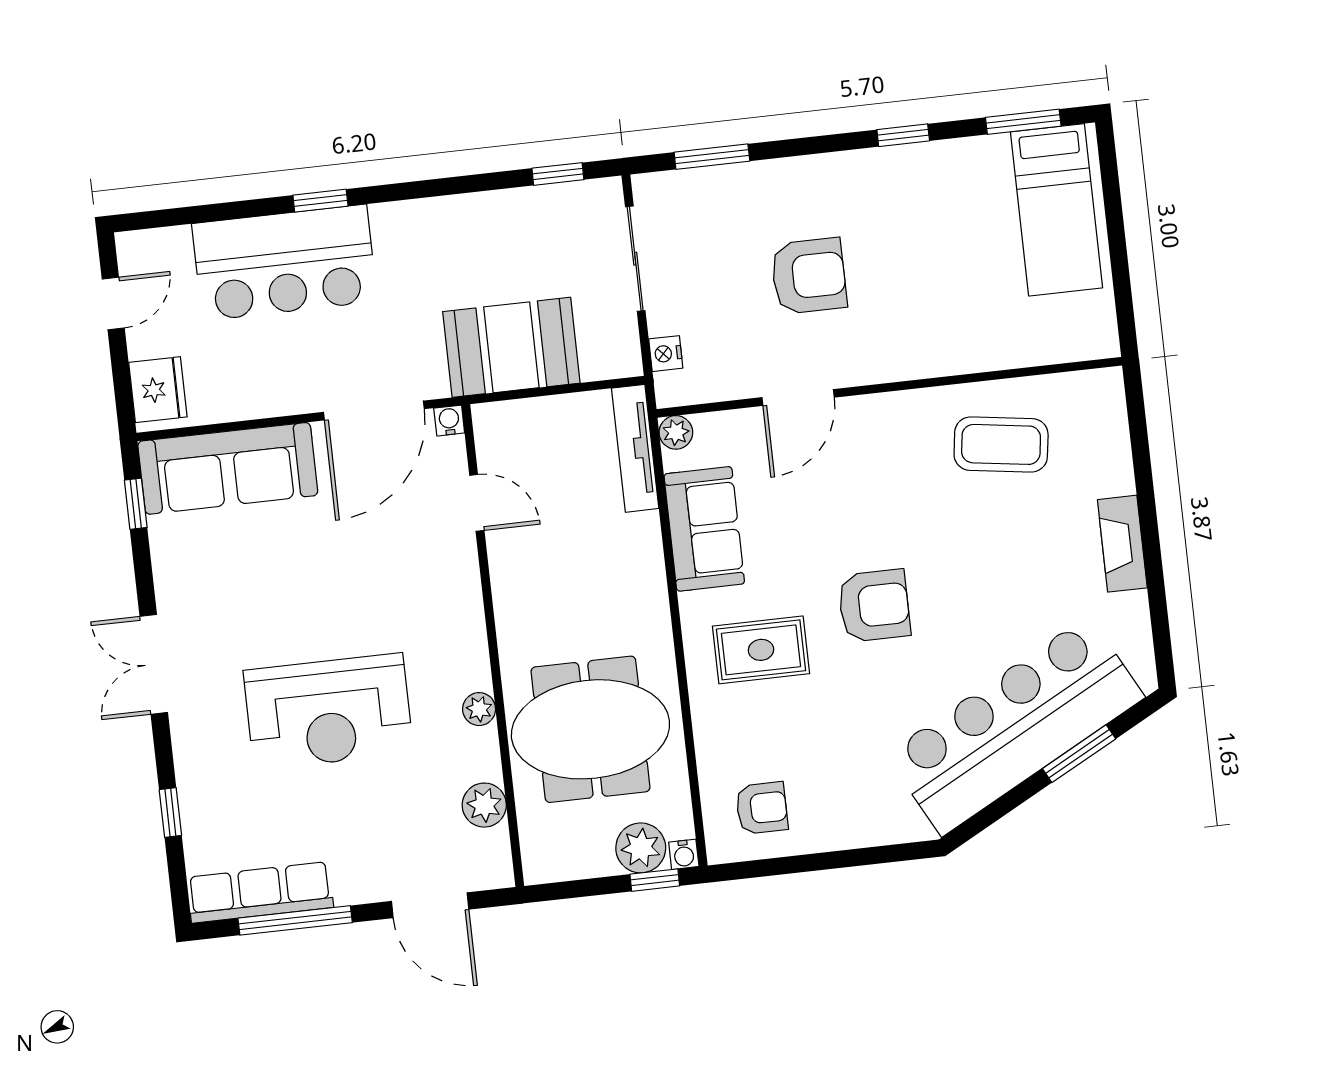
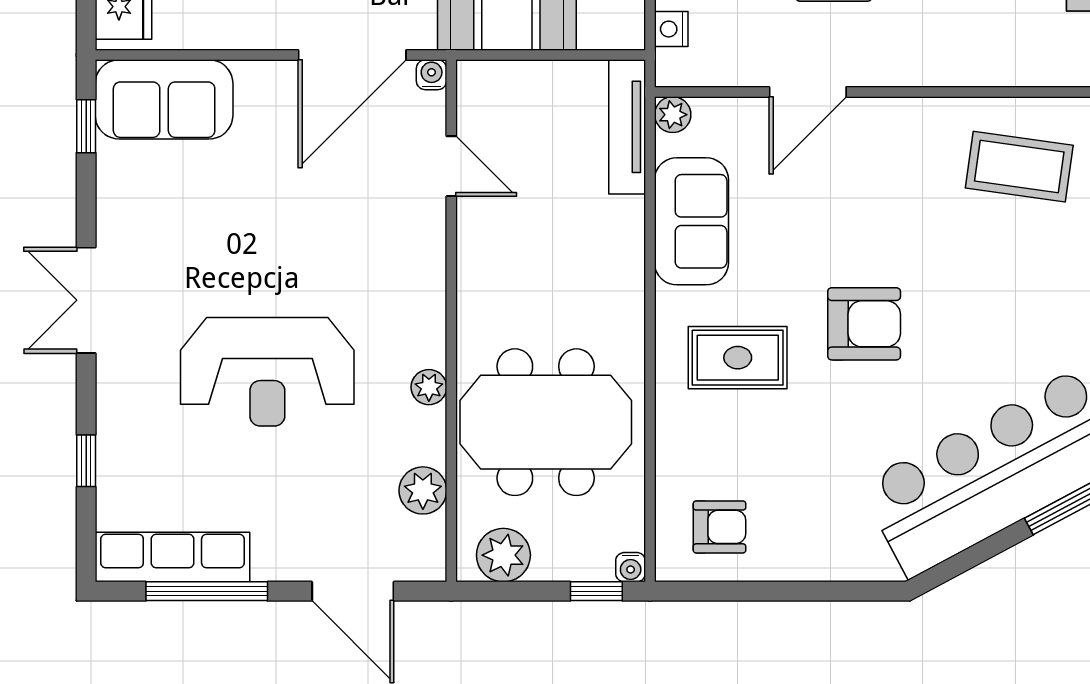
sofa: (228, 468) -> (164, 99), width x0.73
plant: (641, 848) -> (503, 555), moved

